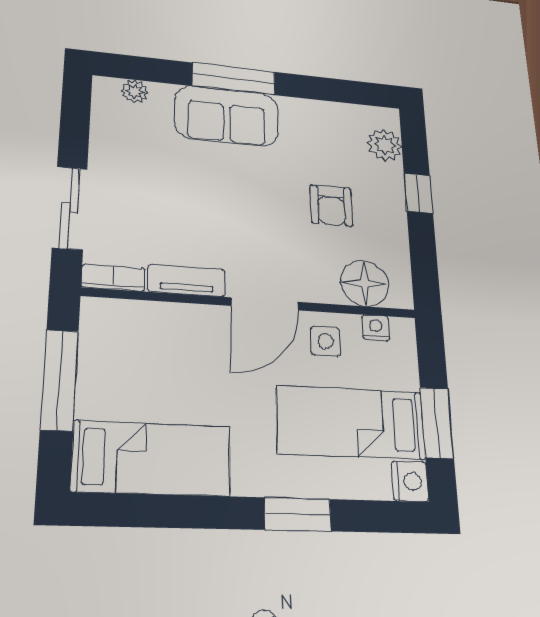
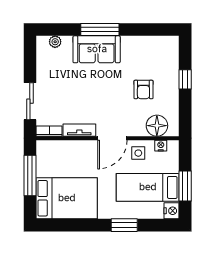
plant: (385, 145) -> (170, 56), removed
bed: (152, 459) -> (67, 198), width x1.50

